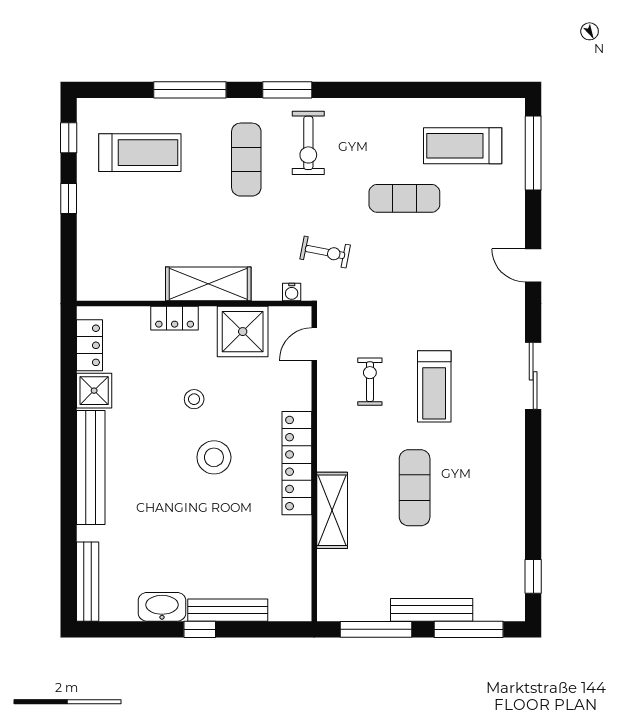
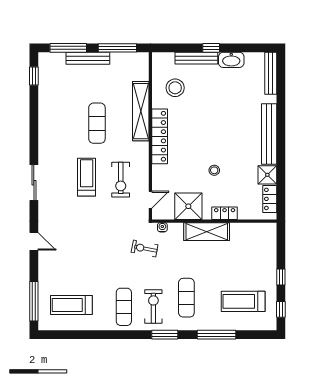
treadmill: (463, 146) -> (71, 305), turned 180
exercise mat: (404, 198) -> (124, 307), moved, turned 90
exercise bike: (370, 382) -> (121, 180), width x1.38, depth x1.39
stool: (214, 457) -> (175, 88), moved
shelving: (332, 510) -> (141, 111), width x1.47

